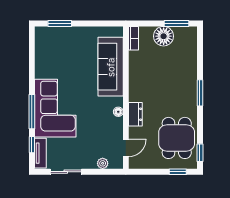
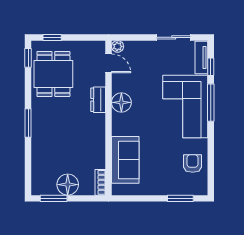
armchair: (49, 56) -> (193, 164), added
sofa: (111, 67) -> (125, 160), width x0.73
floor lamp: (118, 112) -> (121, 102), width x1.89, depth x1.89
door: (126, 148) -> (109, 63), swing flipped
plant: (103, 163) -> (118, 46), moved

